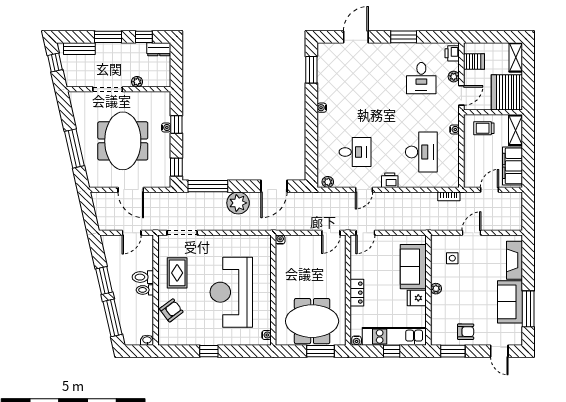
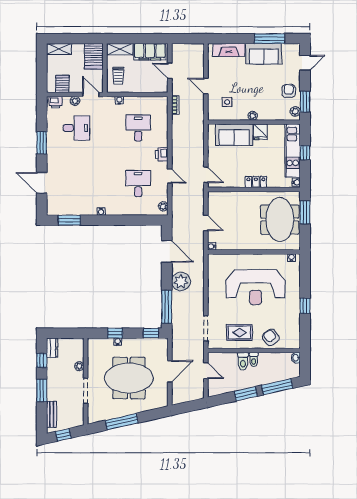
server rack: (507, 92) -> (94, 56), width x0.62
window: (74, 149) -> (122, 422), moved
desk: (421, 152) -> (138, 128), width x0.73
door: (331, 233) -> (206, 223), moved
plant: (441, 339) -> (295, 111), added

